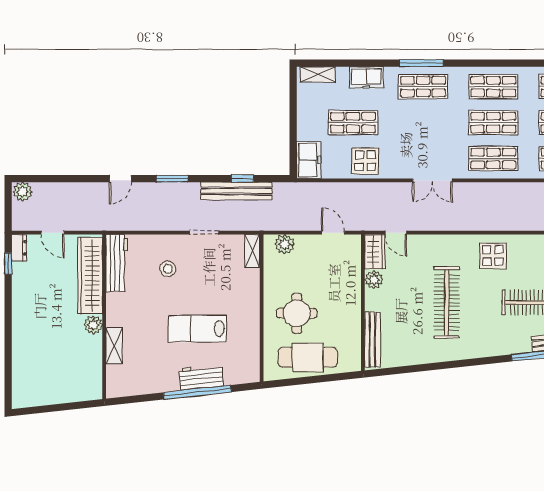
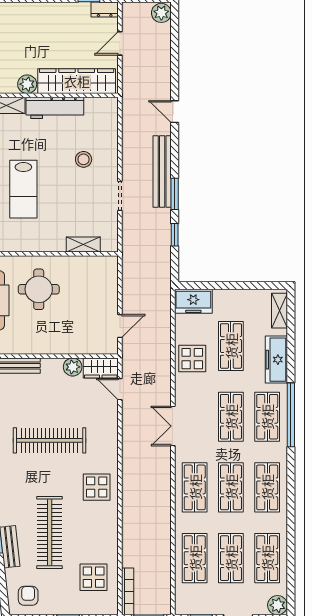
window: (421, 63) -> (291, 415), width x1.46
freezer: (366, 78) -> (276, 360), width x1.40
shop shelf: (423, 123) -> (231, 417), added
window: (172, 179) -> (175, 194), moved
bench: (236, 191) -> (162, 172), moved
door: (396, 233) -> (120, 389), hinge flipped
plant: (285, 244) -> (108, 277), removed
shelving: (252, 251) -> (83, 245), moved
workbench: (117, 263) -> (55, 108), moved
lab bench: (197, 329) -> (23, 189), turned 180

